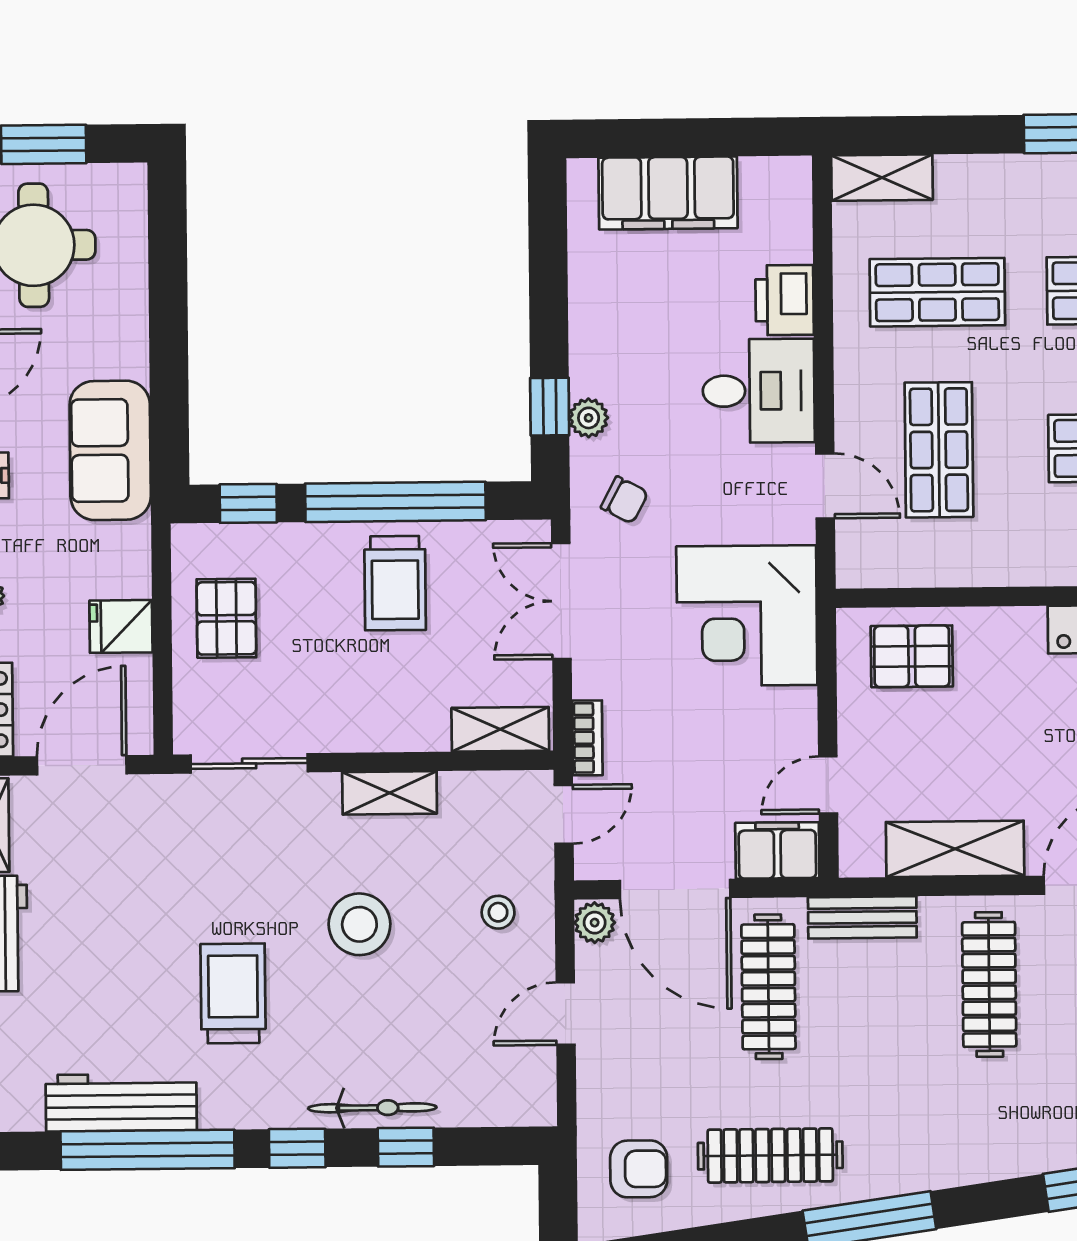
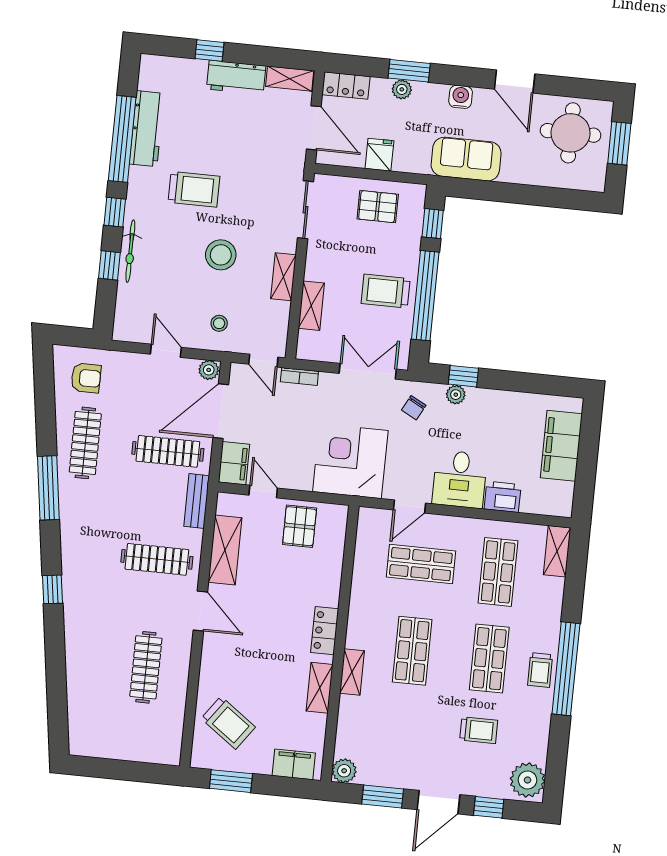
pallet: (912, 656) -> (300, 526), moved
shelving: (500, 729) -> (311, 306), moved
armchair: (639, 1169) -> (86, 378), turned -90

